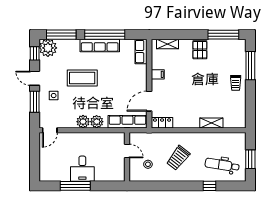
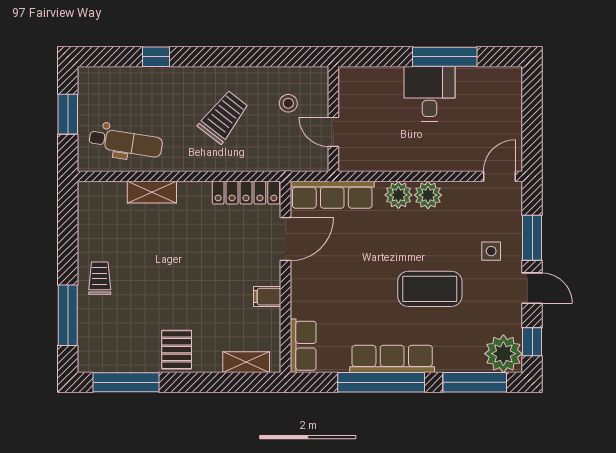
locker: (162, 123) -> (246, 193), width x1.53
dental chair: (222, 165) -> (126, 142), moved

